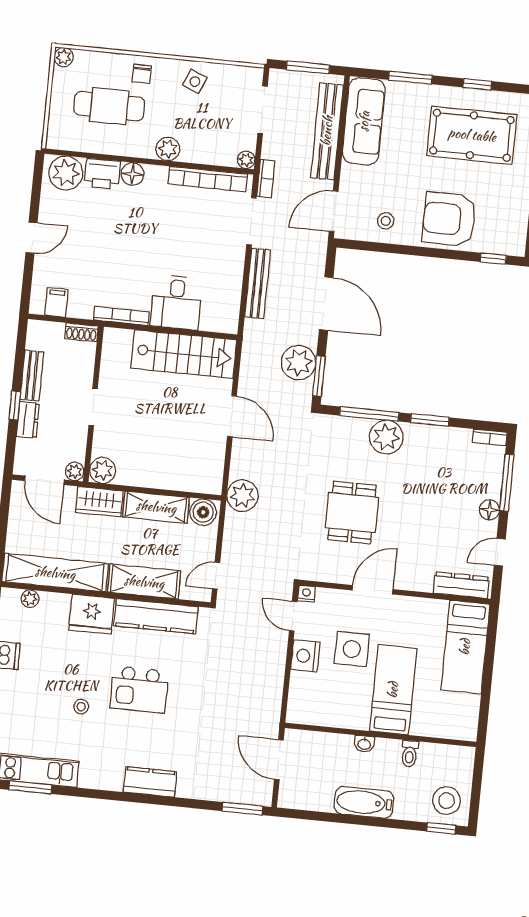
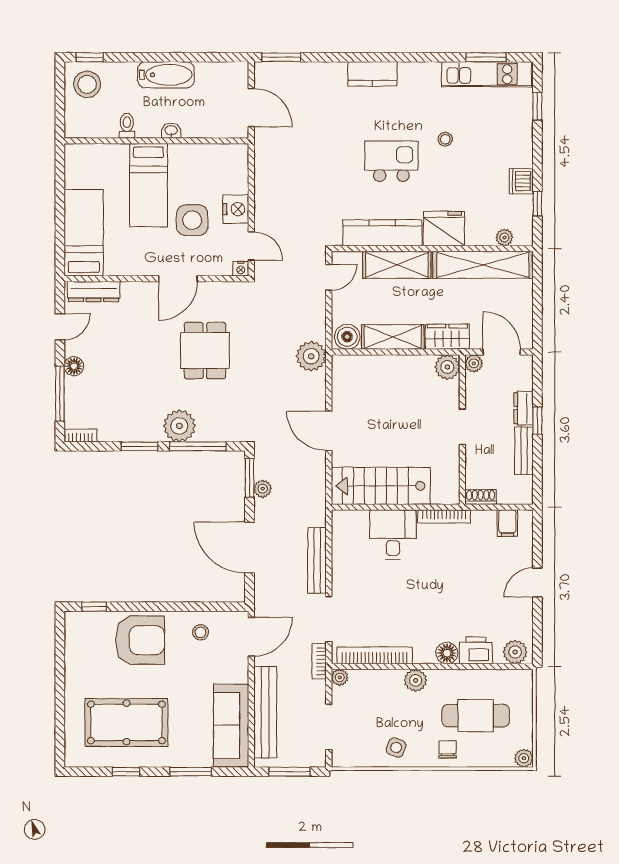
plant: (66, 173) -> (515, 652), width x0.73, depth x0.73
plant: (299, 363) -> (263, 489), width x0.53, depth x0.53

